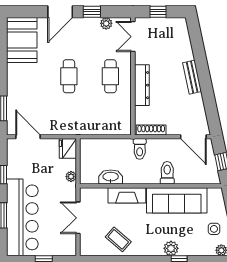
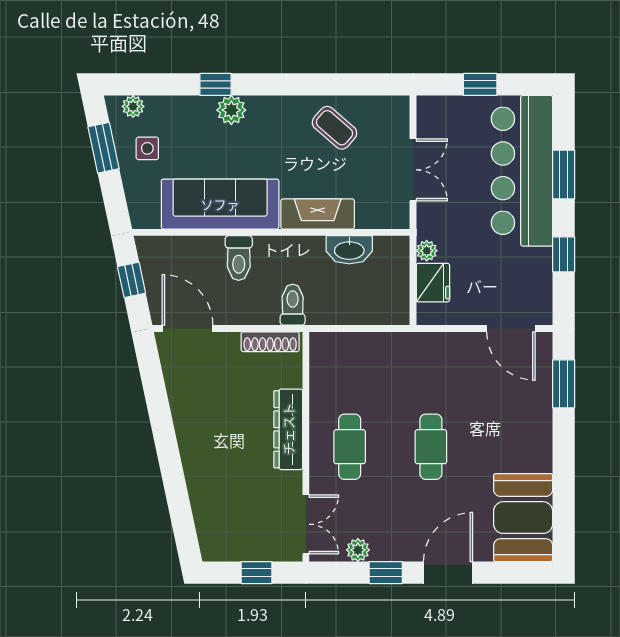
bench: (192, 77) -> (190, 445), removed
fridge: (68, 149) -> (433, 283), moved

